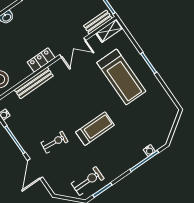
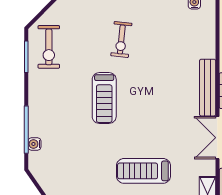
treadmill: (121, 77) -> (143, 171), width x0.73, depth x0.73
bench: (34, 83) -> (208, 88), moved

